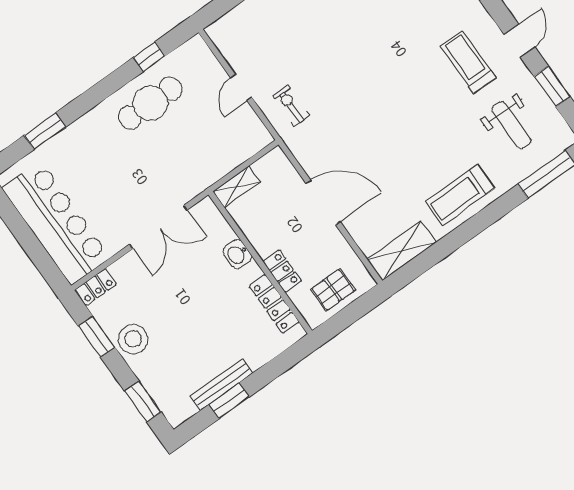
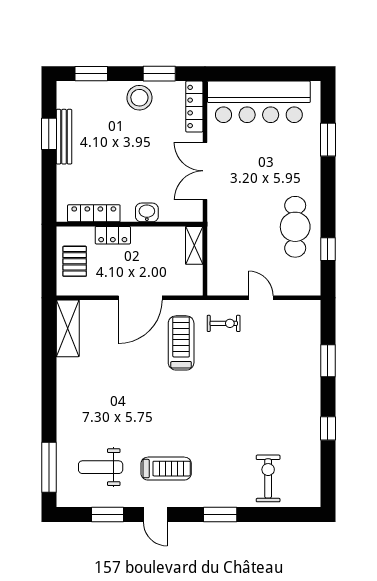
treadmill: (460, 195) -> (181, 343), moved
locker: (96, 287) -> (194, 107), width x1.53

